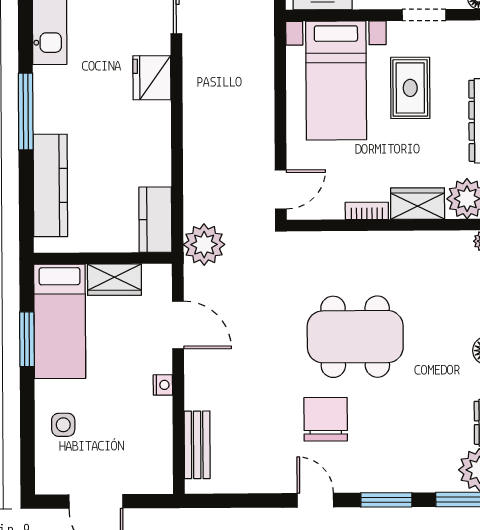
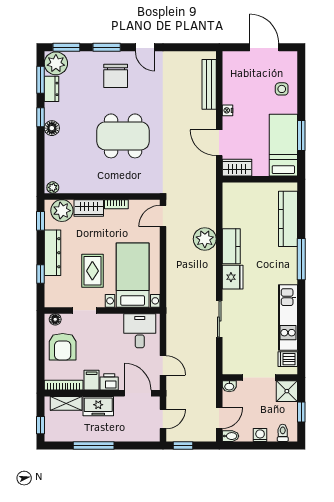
kitchen counter: (155, 220) -> (231, 246), moved
plant: (204, 245) -> (205, 239), moved
wardrobe: (114, 280) -> (237, 168), moved
chair: (326, 419) -> (116, 76), moved
bench: (197, 445) -> (209, 84), width x1.36

